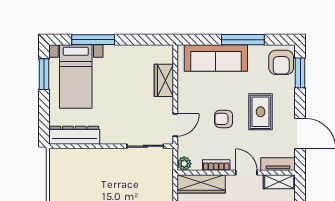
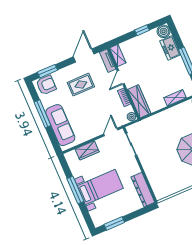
window: (93, 40) -> (75, 190), moved
bed with nightstands: (76, 76) -> (100, 187), moved
armchair: (224, 119) -> (95, 105), removed
door: (175, 125) -> (111, 132), hinge flipped

